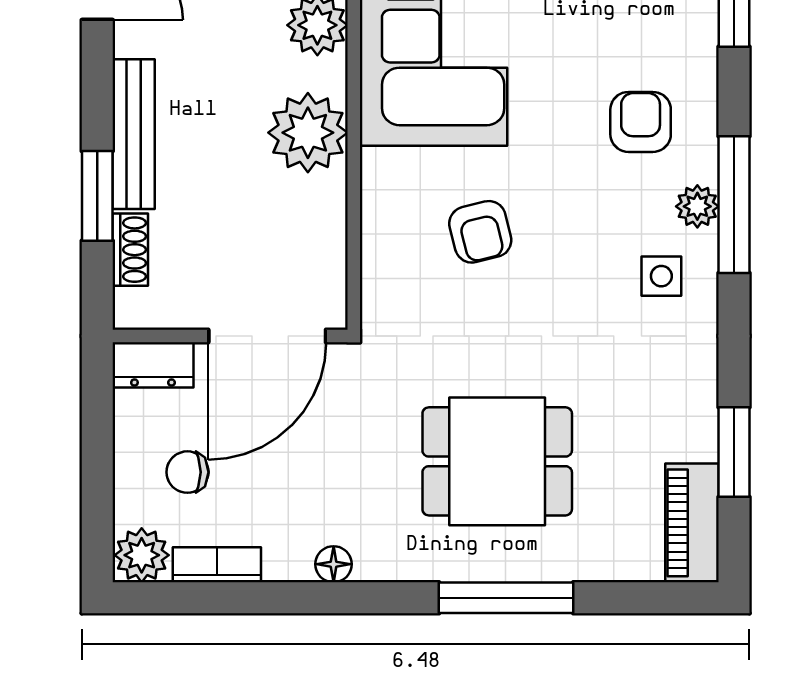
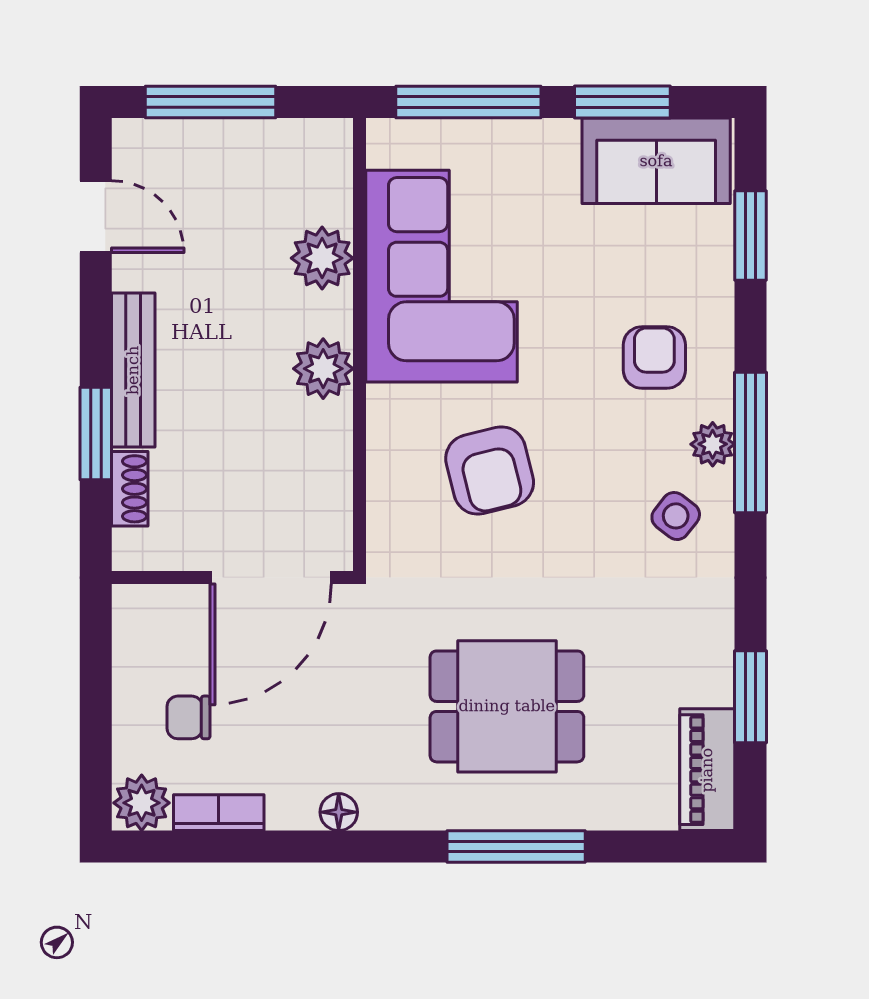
plant: (308, 133) -> (323, 369), width x0.73, depth x0.73
armchair: (480, 232) -> (490, 470), width x1.38, depth x1.38
side table: (661, 276) -> (676, 516), turned 38
dresser: (153, 365) -> (153, 607), removed

